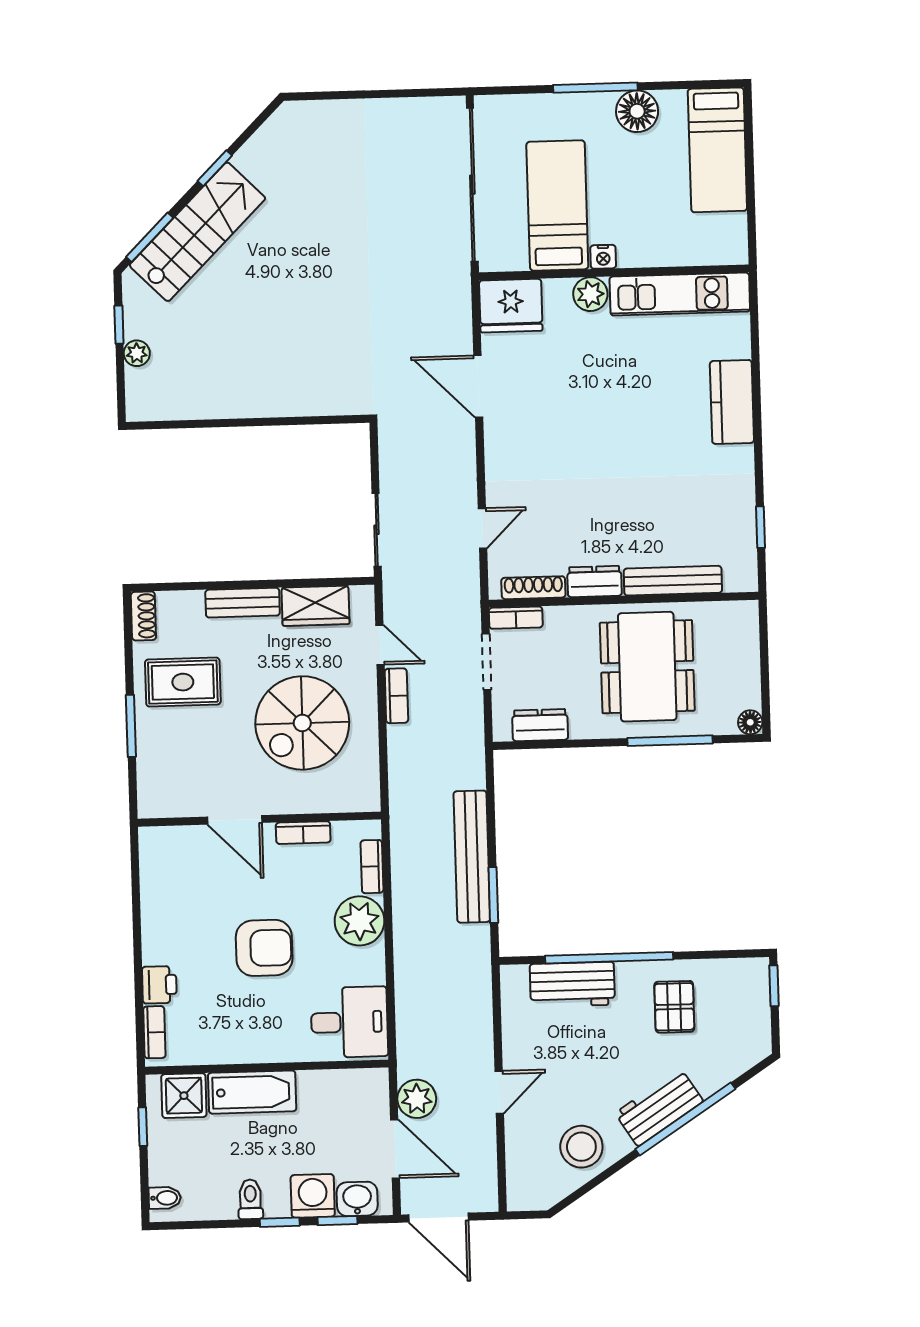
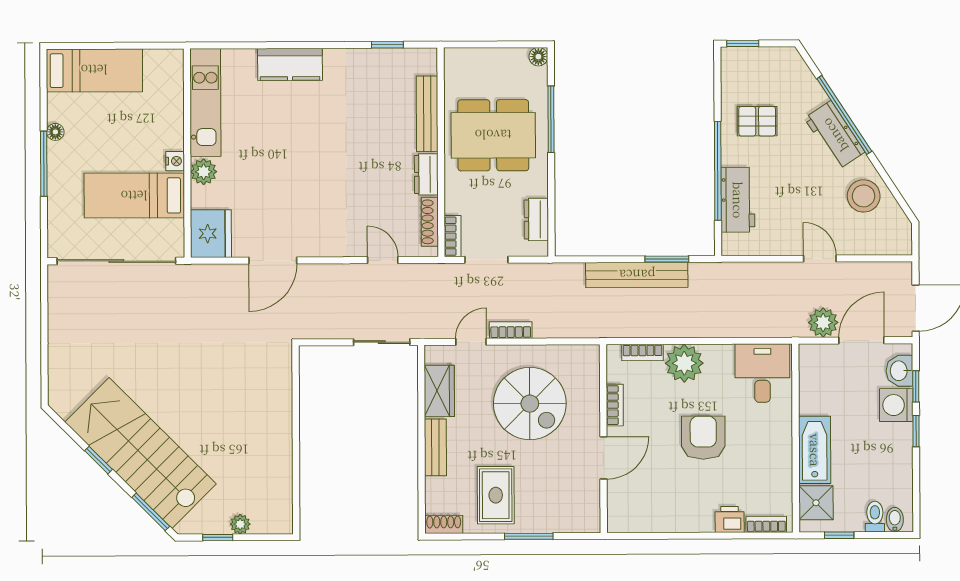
floor lamp: (637, 111) -> (55, 132), width x0.53, depth x0.53
stairs: (197, 232) -> (141, 453), width x1.36, depth x1.51
toilet: (250, 1199) -> (875, 517), moved, turned 90

